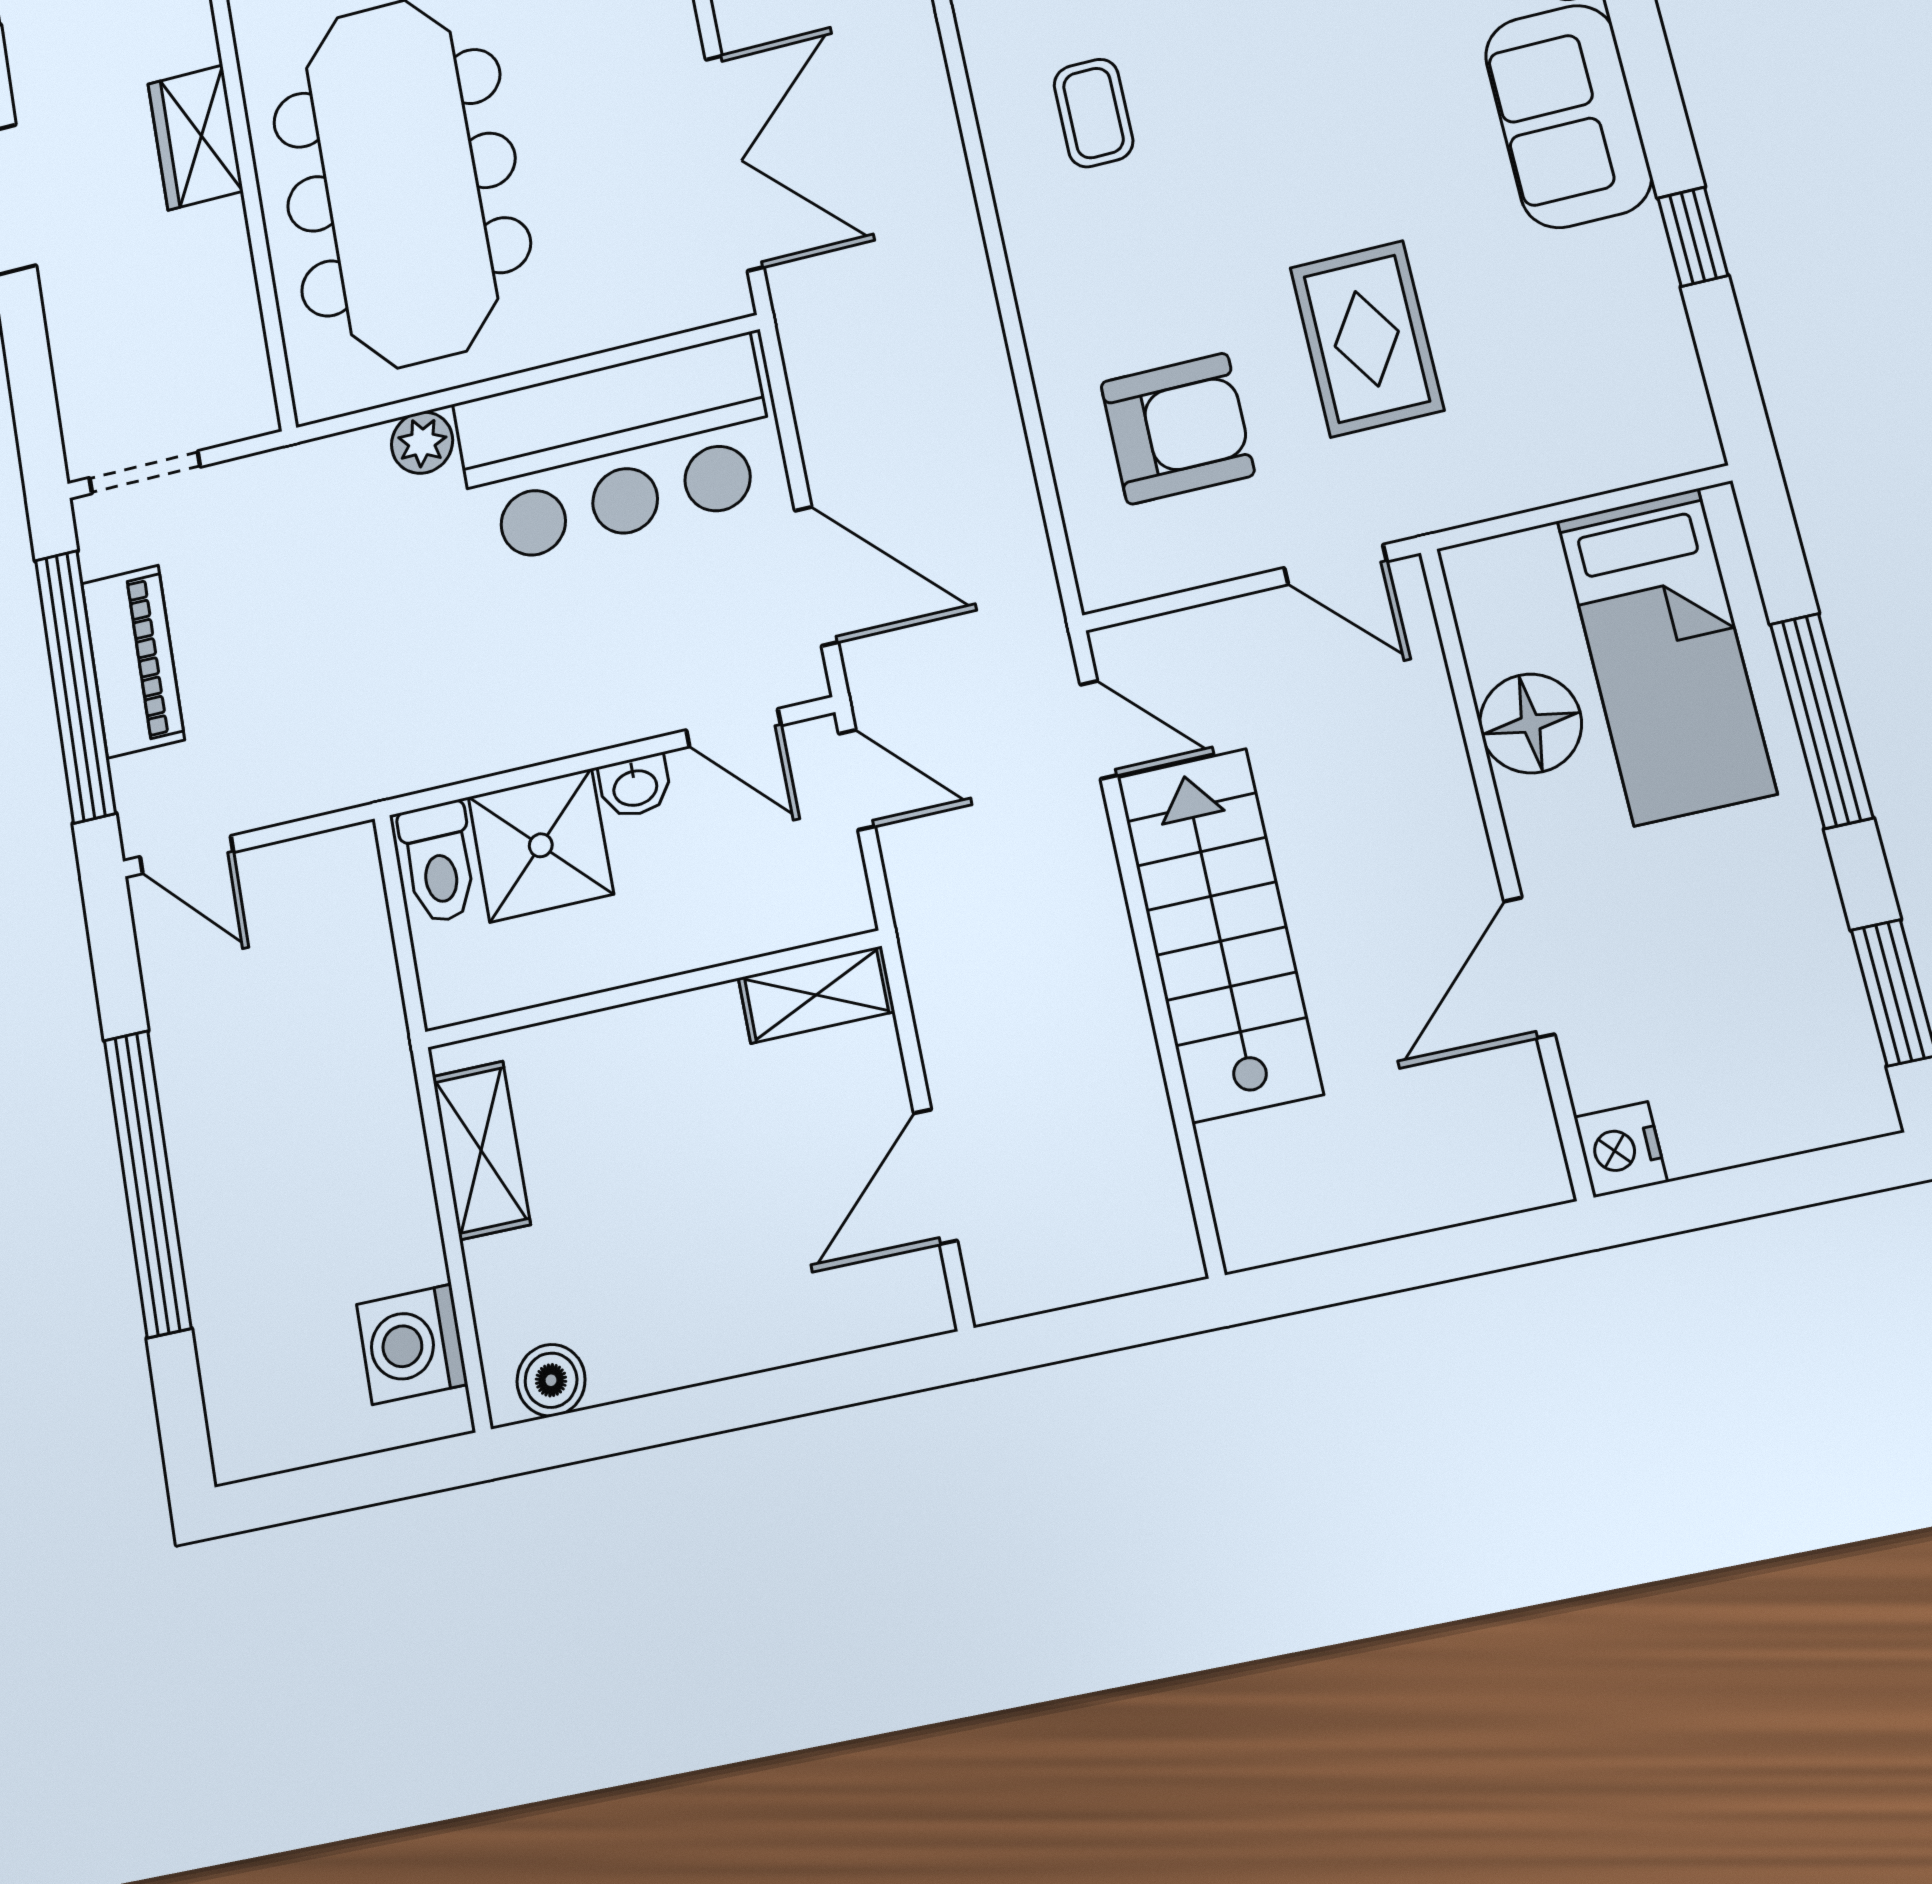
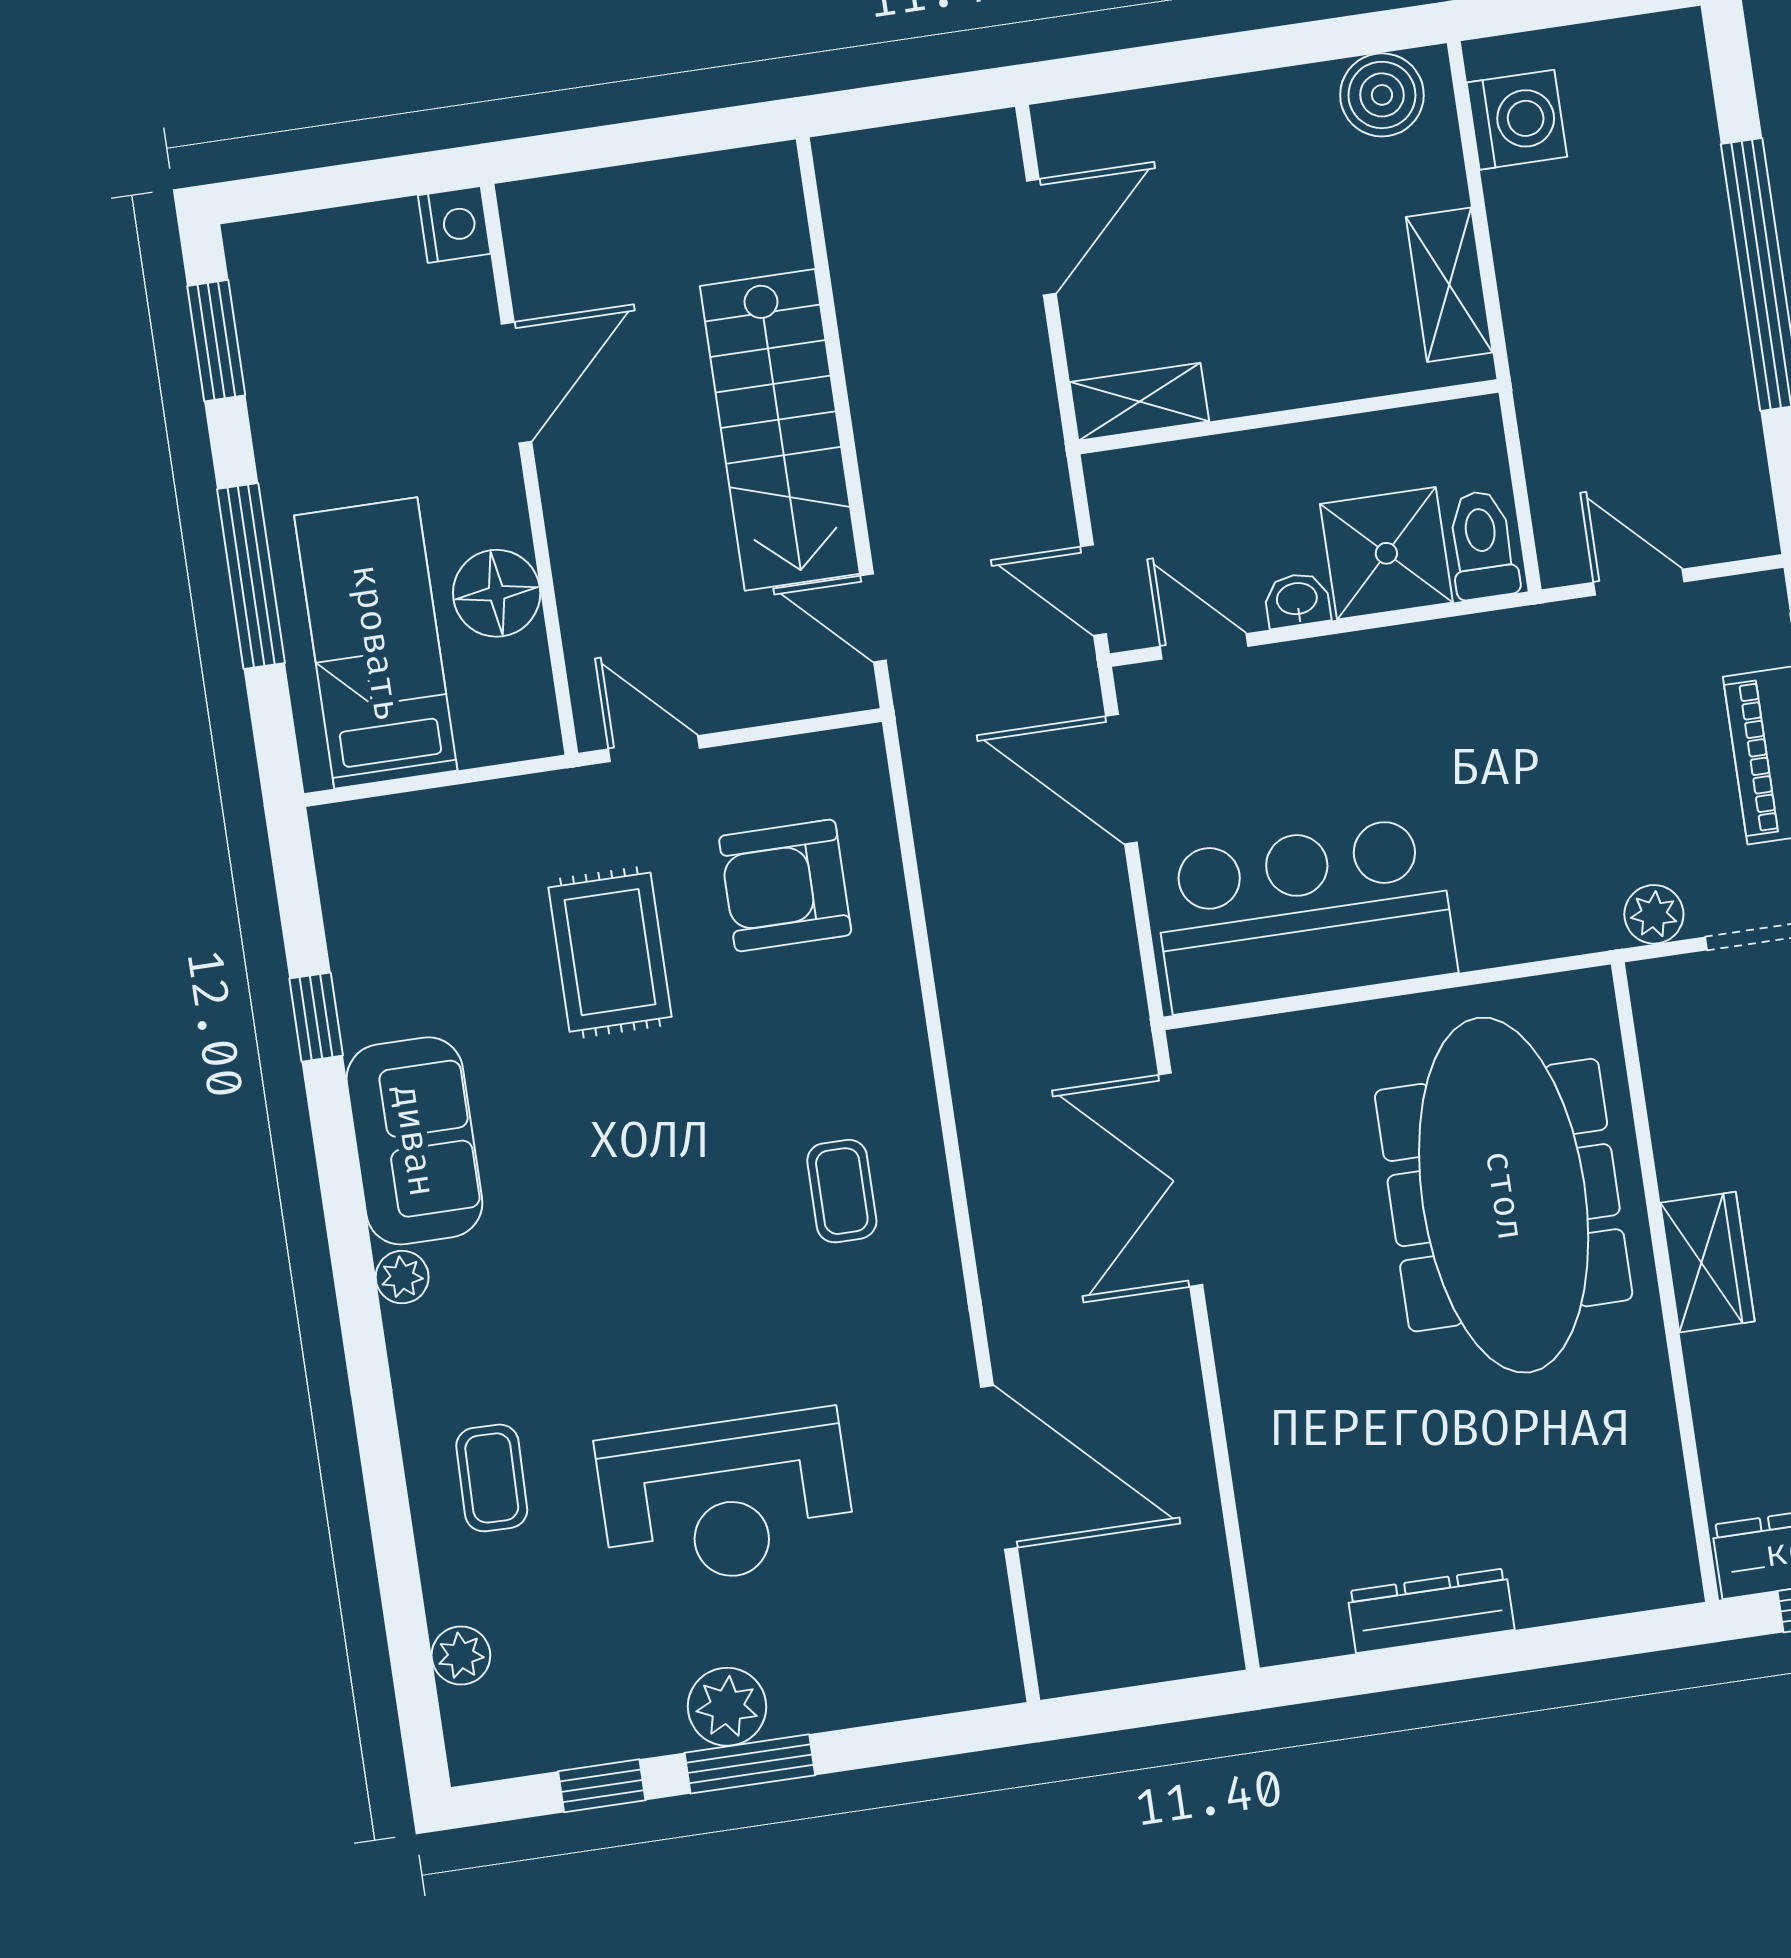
plant: (422, 443) -> (1654, 914), moved
door: (187, 855) -> (1639, 582), moved
boiler: (551, 1380) -> (1382, 95), width x1.36, depth x1.36

